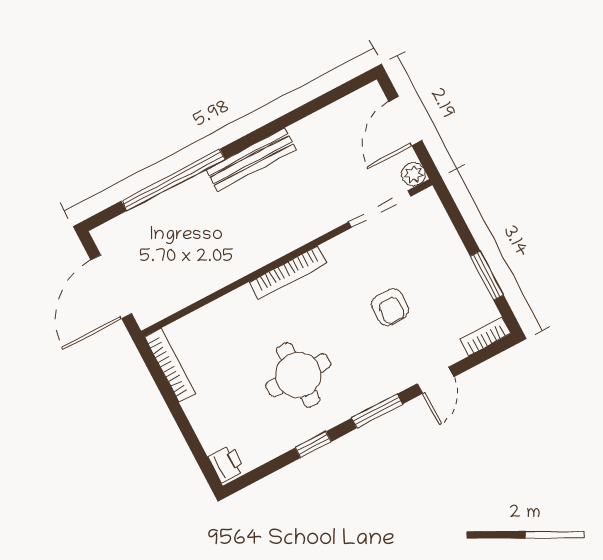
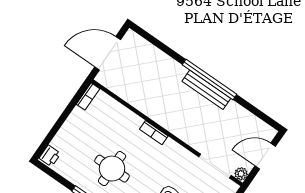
window: (173, 180) -> (210, 79), moved
bookcase: (288, 272) -> (154, 133), width x0.64
bookcase: (170, 365) -> (88, 96), width x0.64

